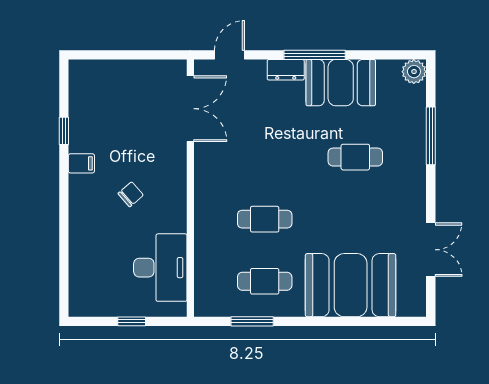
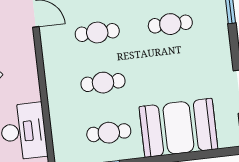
cafe table: (265, 157) -> (97, 32), added

